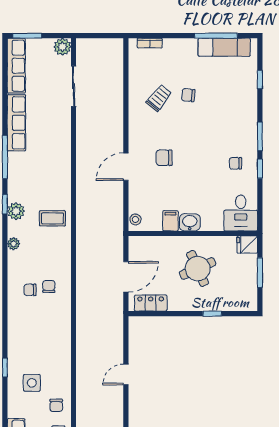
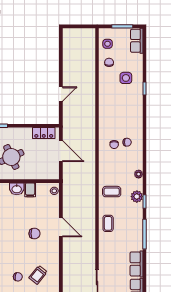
row of seats: (16, 123) -> (136, 264), width x0.68
door: (126, 167) -> (61, 227), hinge flipped
coffee table: (58, 172) -> (108, 223), added
door: (126, 277) -> (61, 151), swing flipped
door: (126, 375) -> (61, 94), moved

